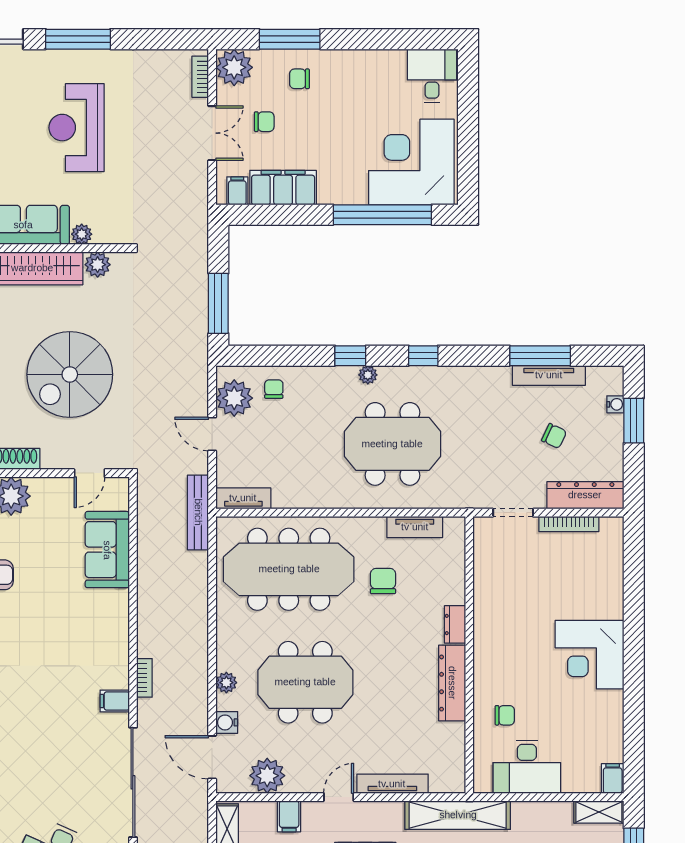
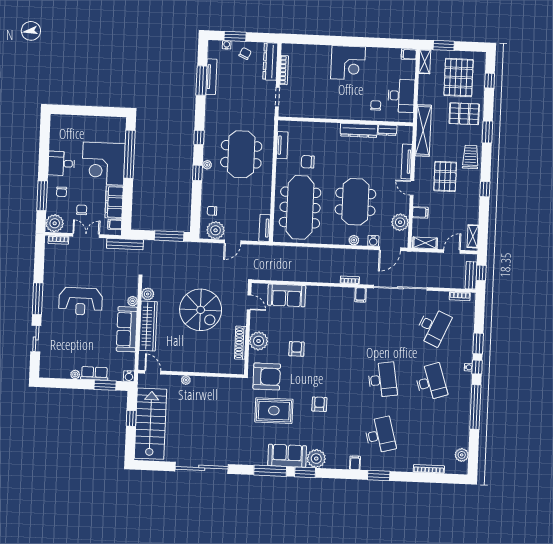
desk: (432, 76) -> (61, 163), moved
corner desk: (411, 162) -> (103, 164), moved
chair: (554, 436) -> (245, 53), moved
bench: (198, 512) -> (125, 244), moved
dresser: (455, 624) -> (387, 130), moved

